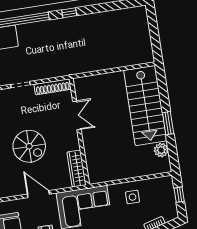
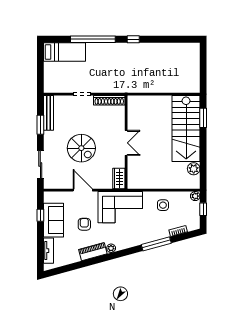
double door: (77, 115) -> (126, 143), moved
window: (168, 123) -> (203, 118), moved
wardrobe: (76, 169) -> (119, 178), width x0.67
plant: (168, 181) -> (195, 196), added

